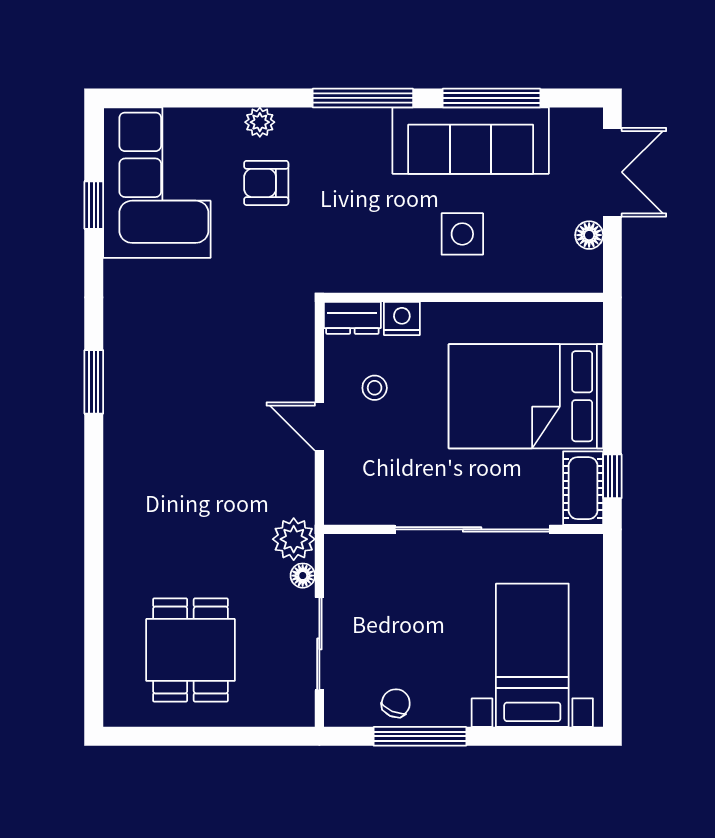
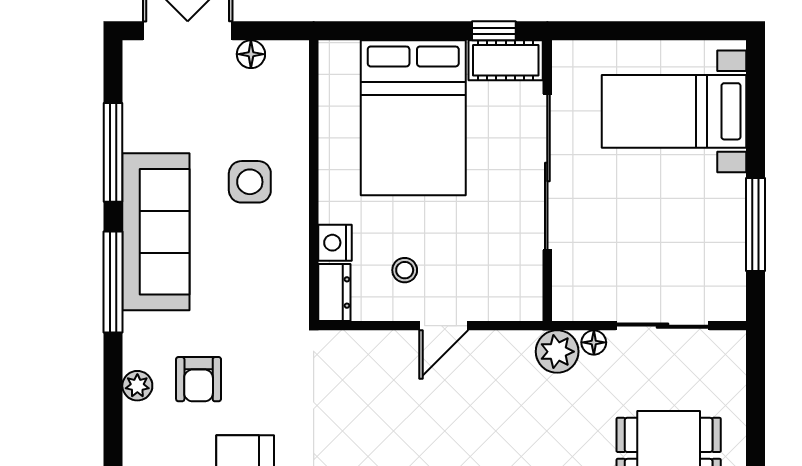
sofa: (471, 141) -> (156, 232), moved
chair: (396, 703) -> (722, 249), removed

